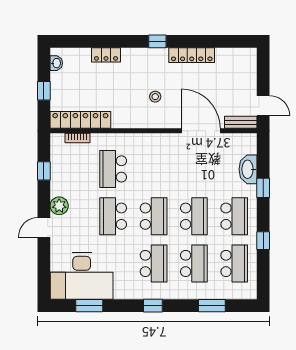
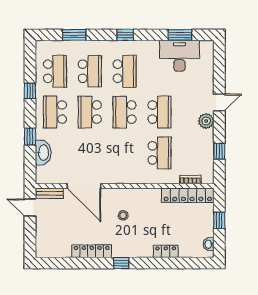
school desk: (154, 263) -> (125, 71), turned 180
school desk: (194, 263) -> (90, 71), turned 180
school desk: (234, 263) -> (55, 71), turned 180
desk: (82, 276) -> (179, 56), width x0.73, depth x0.77

